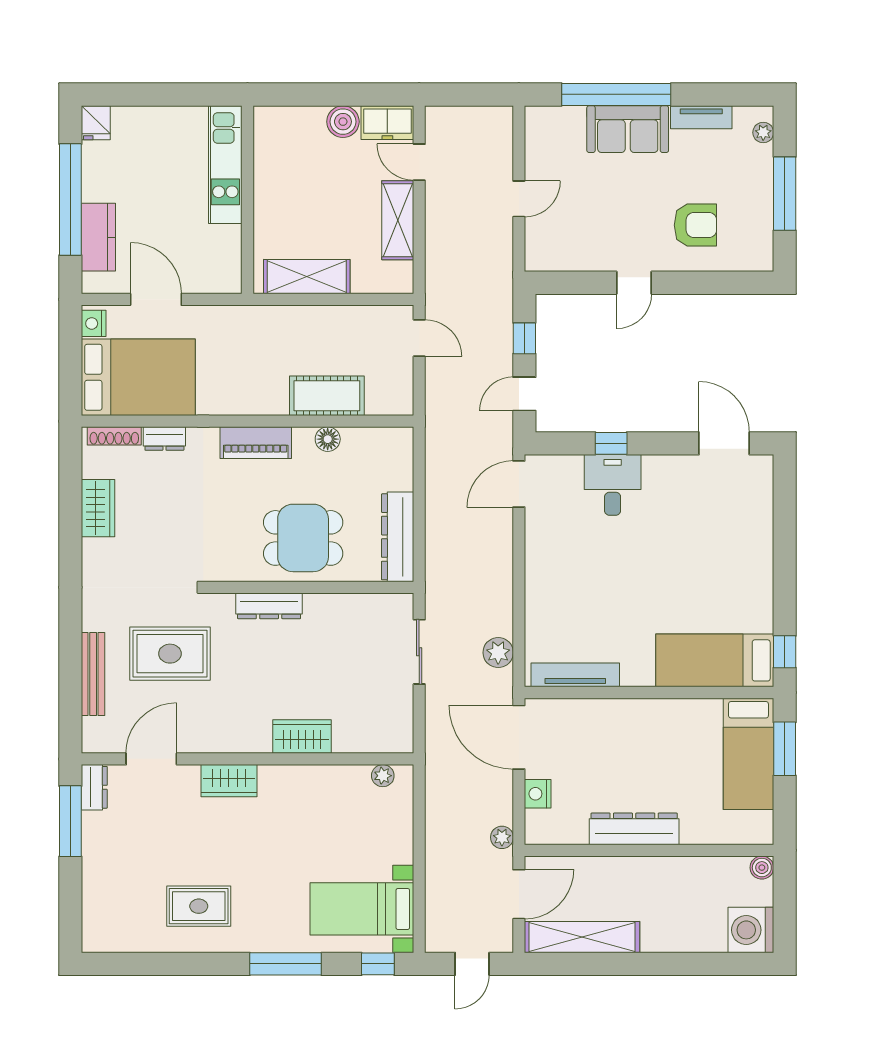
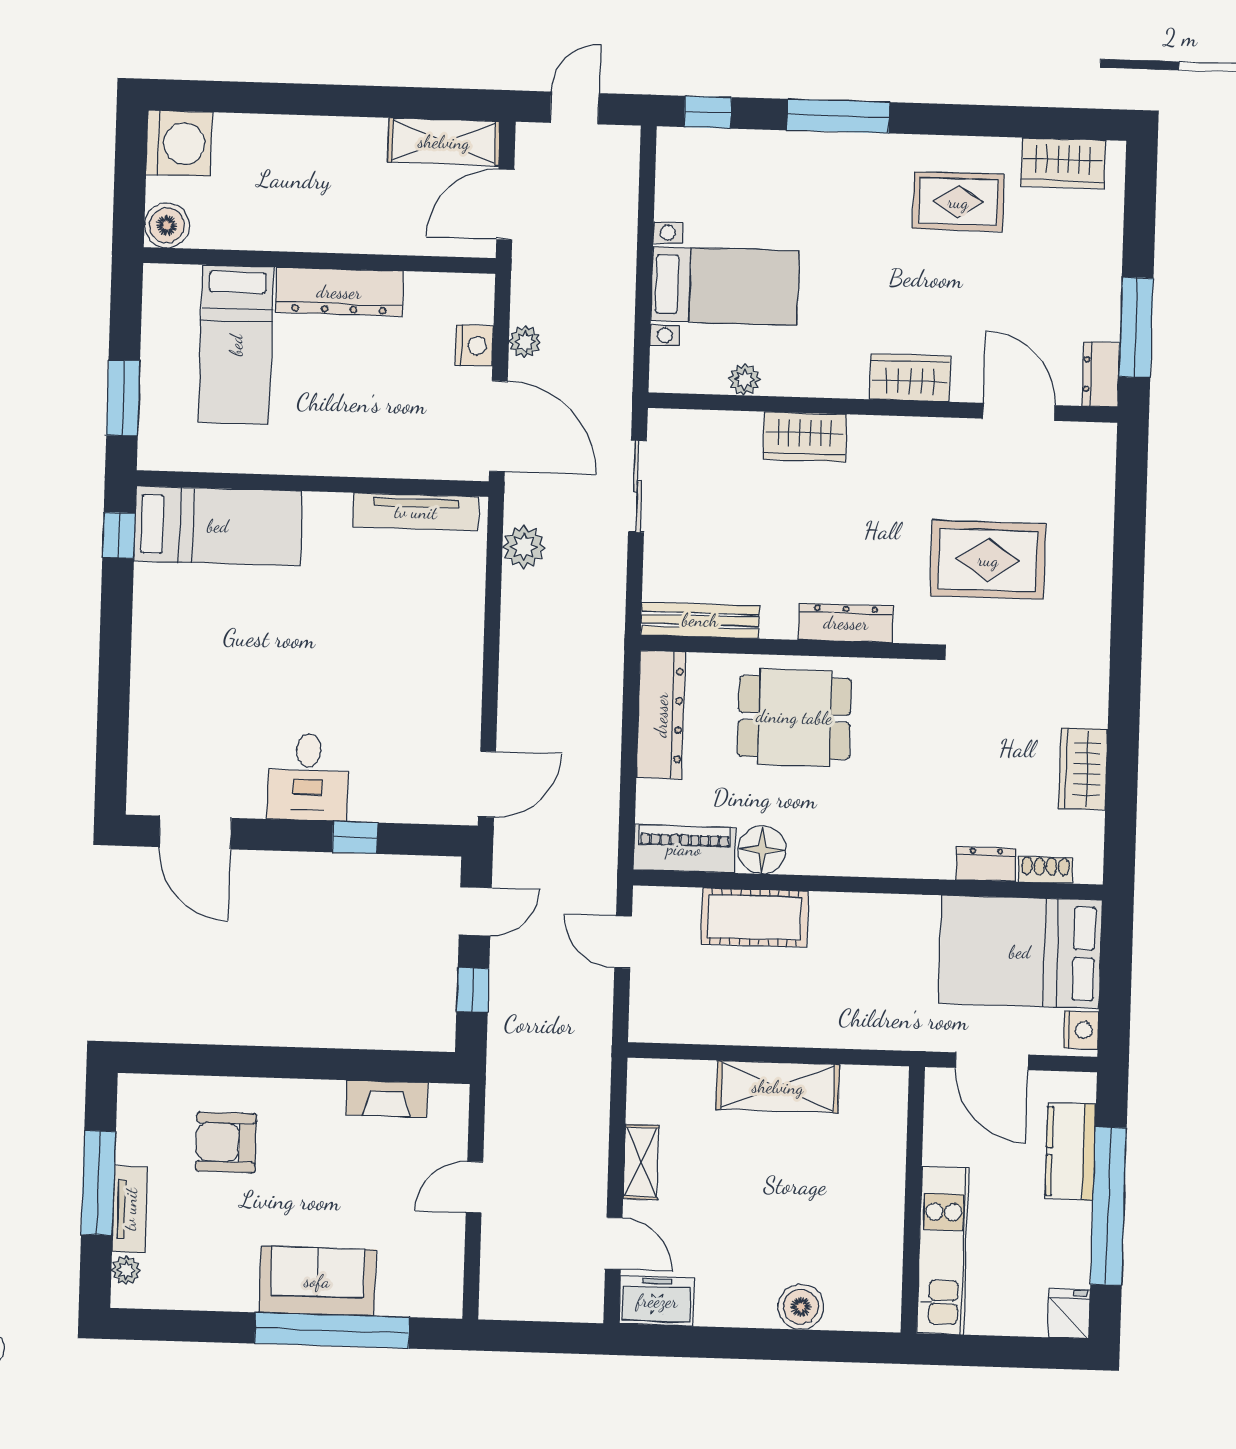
tv unit: (701, 117) -> (130, 1209), moved, turned 90
boiler: (343, 122) -> (801, 1307), moved
kitchen unit: (225, 165) -> (943, 1250), moved
wall: (248, 200) -> (913, 1200), moved
shelving: (398, 220) -> (641, 1162), width x0.67, depth x0.75
fireplace: (583, 259) -> (387, 1099), added
door: (634, 283) -> (315, 1064), removed
door: (419, 338) -> (623, 942), moved
shoe rack: (114, 436) -> (1045, 870), width x0.70
floor lamp: (328, 439) -> (762, 850), width x1.38, depth x1.38
piano: (256, 443) -> (684, 849), moved
desk: (613, 485) -> (308, 777), moved
sliding door: (419, 652) -> (637, 486), moved
bench: (93, 674) -> (700, 620), moved, turned 90
bed: (748, 754) -> (236, 345), moved, turned 180
door: (151, 759) -> (1019, 412), swing flipped
plant: (383, 776) -> (745, 380), moved
plant: (502, 837) -> (525, 342), moved
boiler: (762, 868) -> (167, 225), width x1.36, depth x1.36
bed with nightstands: (362, 909) -> (725, 286), moved
wardrobe: (125, 936) -> (1063, 163), added
shelving: (582, 937) -> (444, 142), width x0.68

